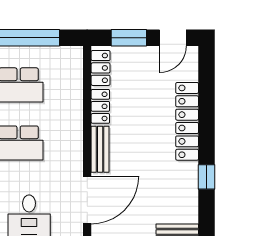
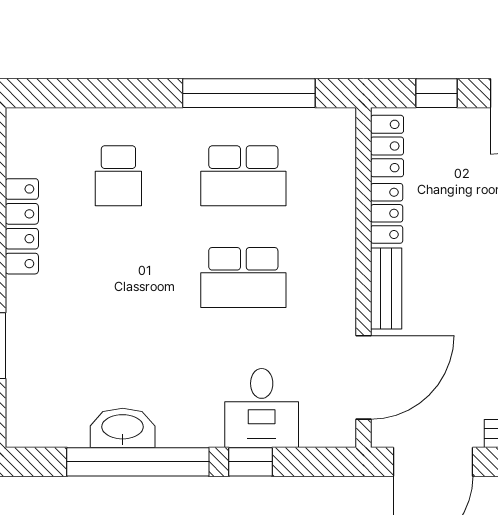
window: (129, 38) -> (436, 93), width x0.67

